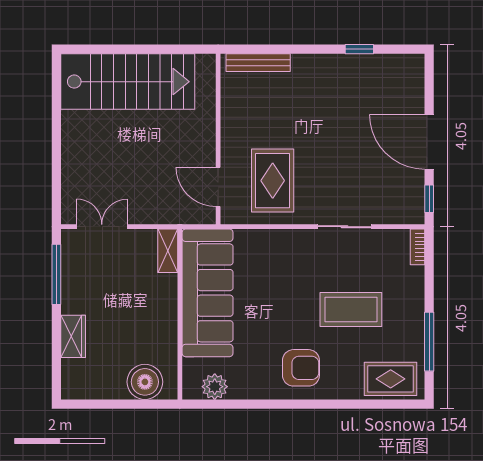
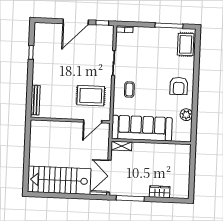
stairs: (128, 82) -> (59, 180), moved, turned -90
double door: (102, 227) -> (109, 176), width x1.37
coffee table: (351, 310) -> (129, 90), moved, width x0.54, depth x0.58
armchair: (301, 368) -> (179, 86), turned 180
boiler: (145, 382) -> (182, 159), removed
plant: (215, 387) -> (186, 115), moved

